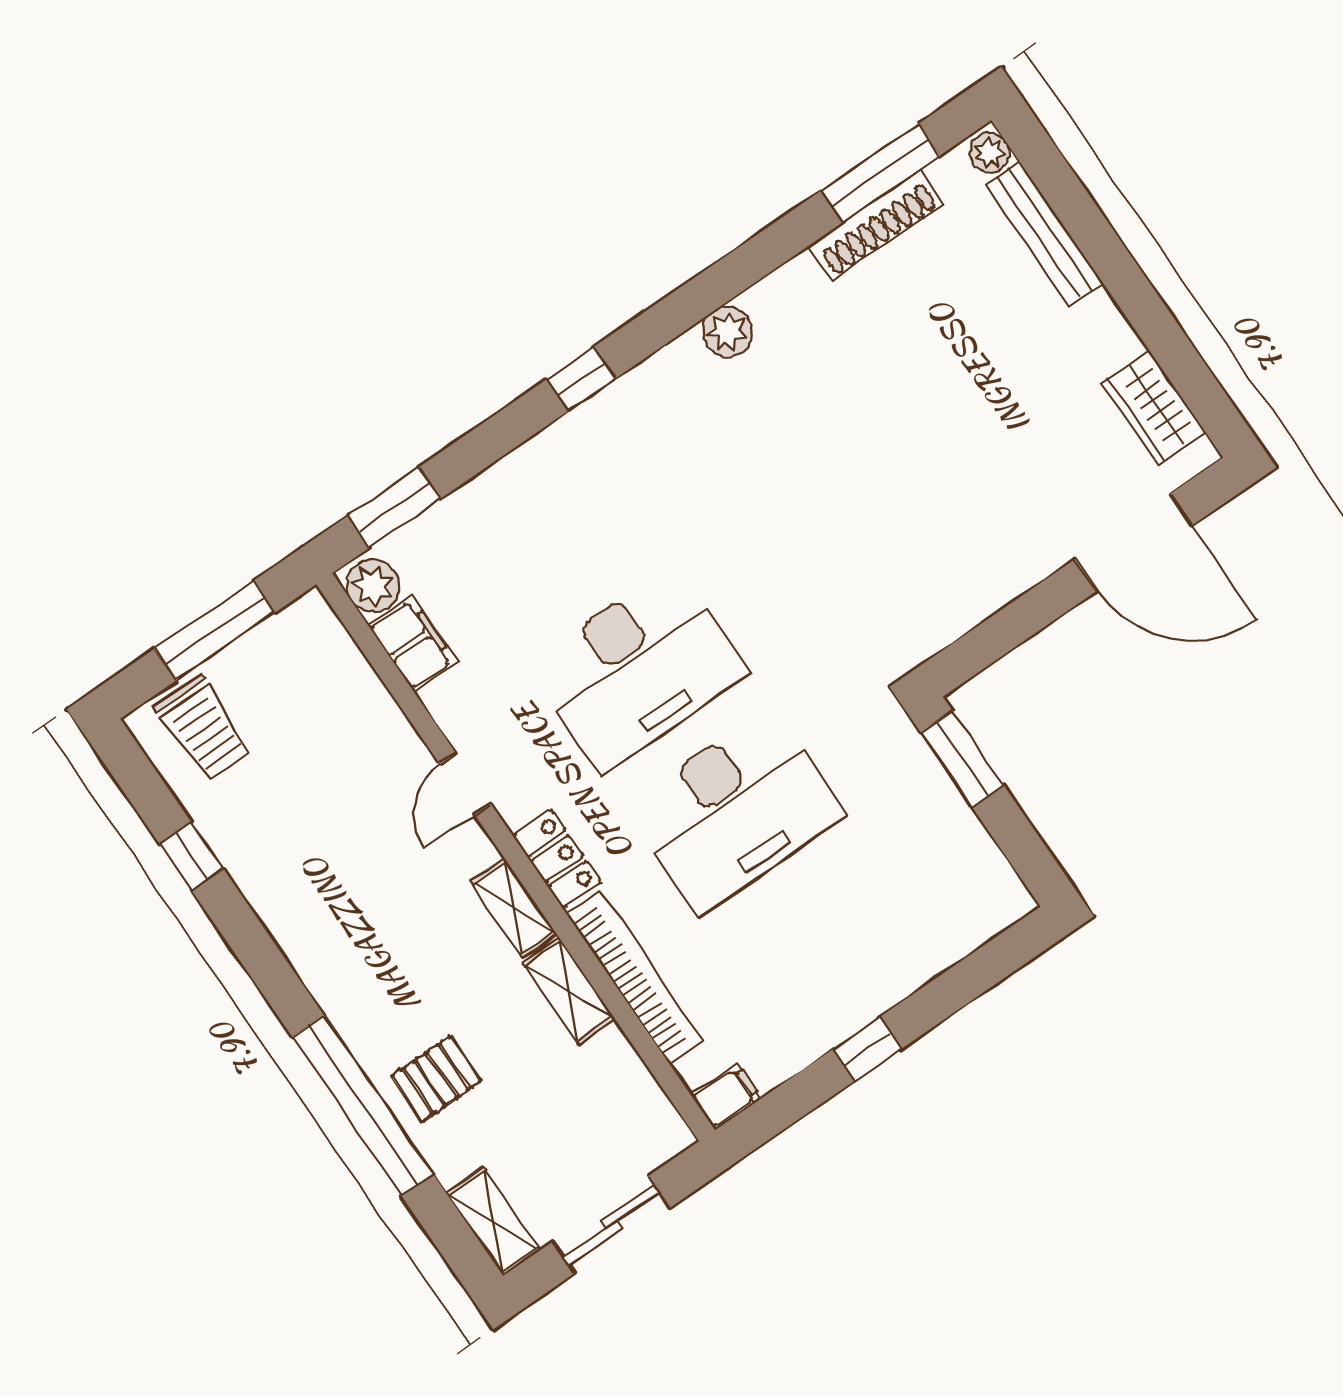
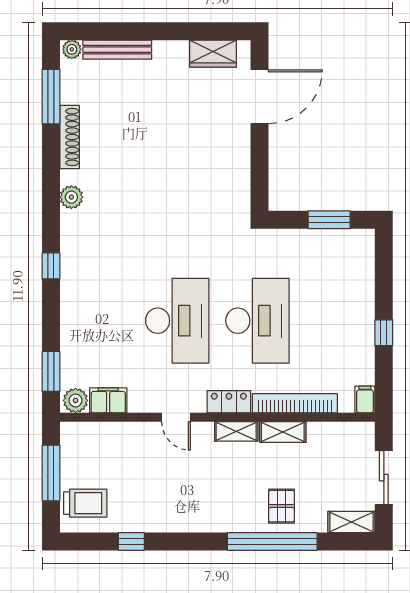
shoe rack: (876, 225) -> (70, 137), moved
window: (962, 759) -> (329, 220), moved

